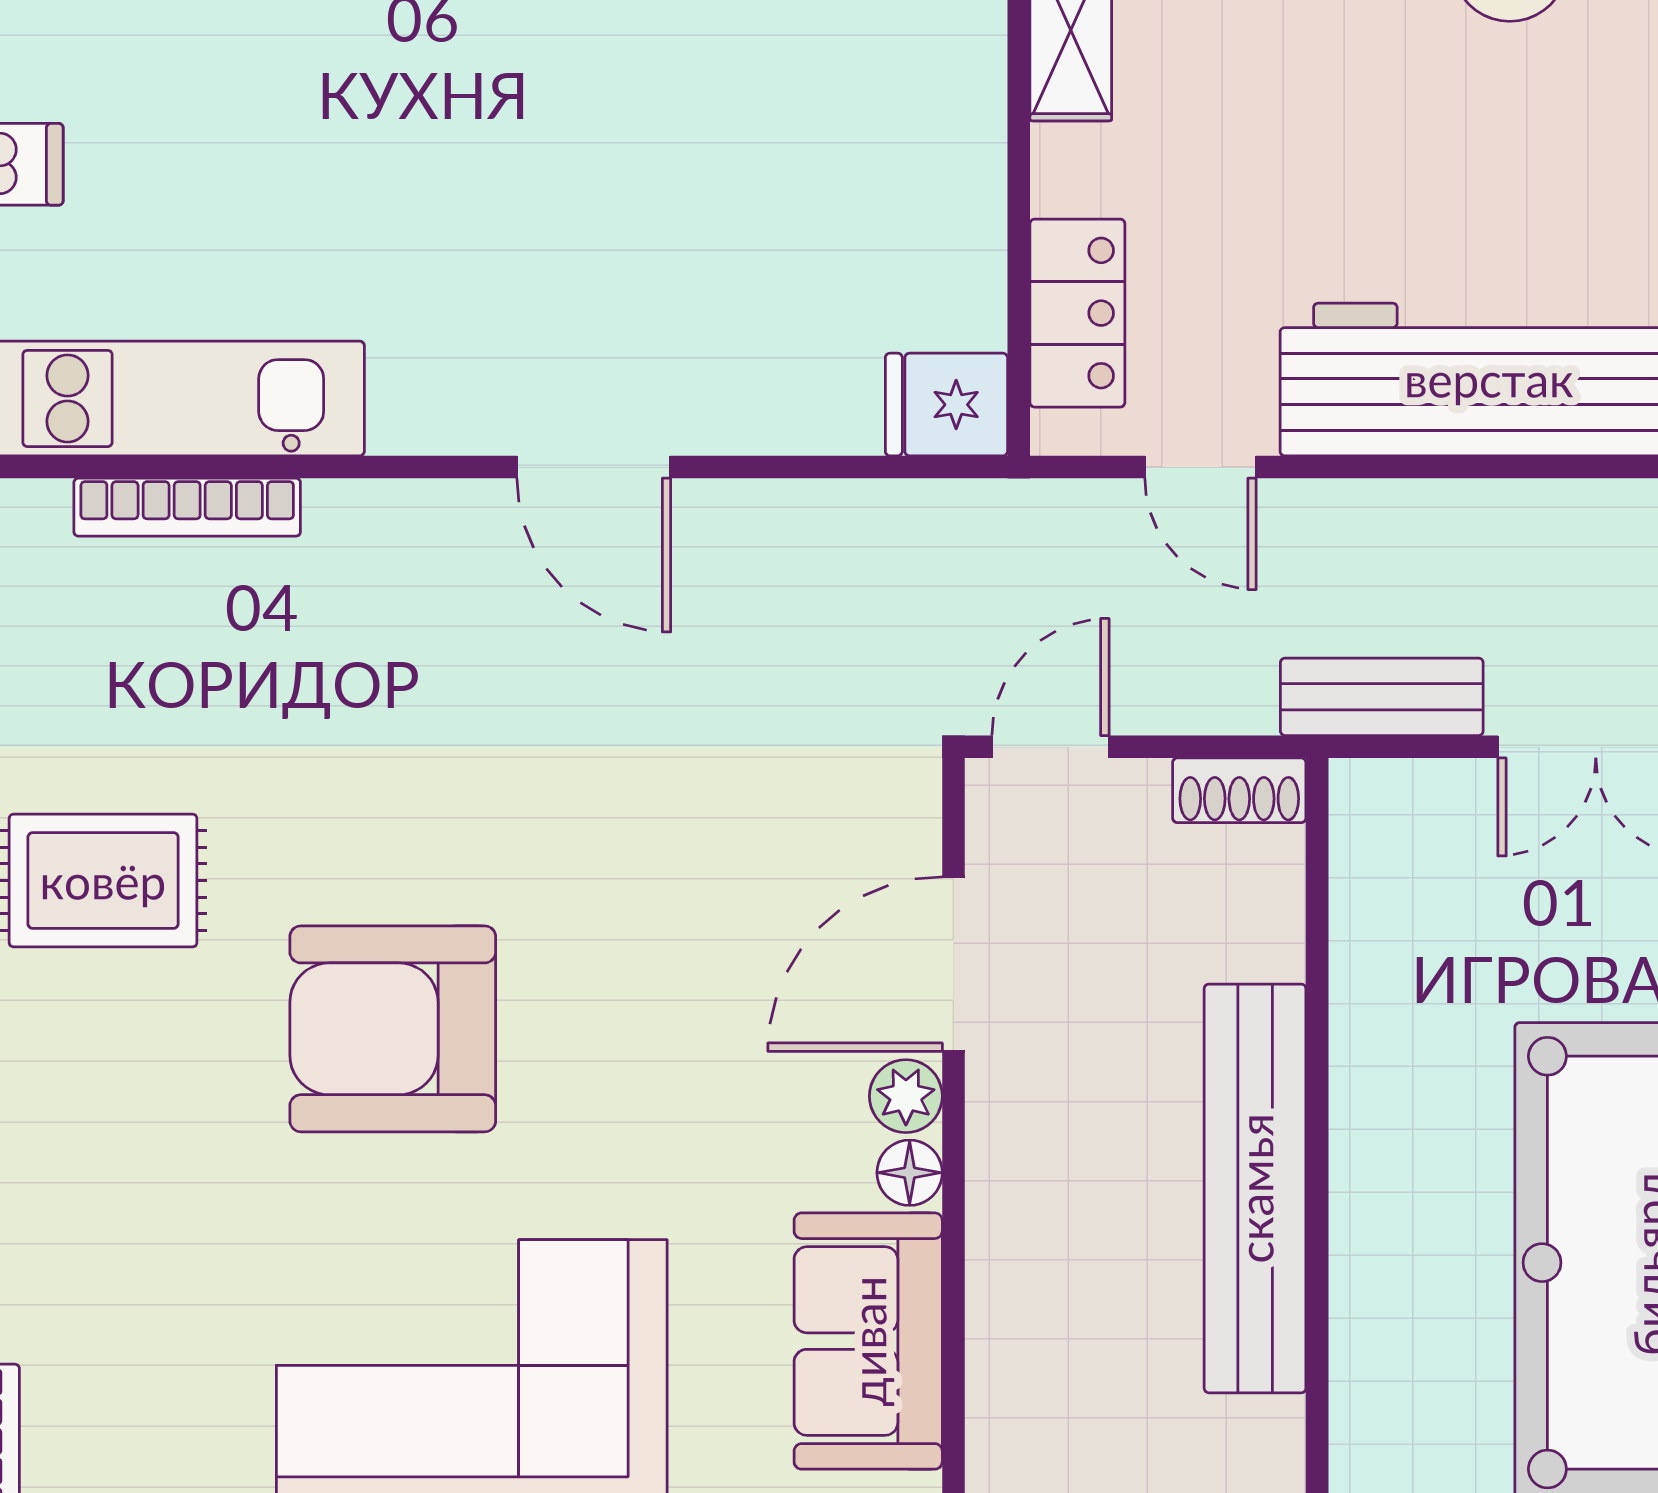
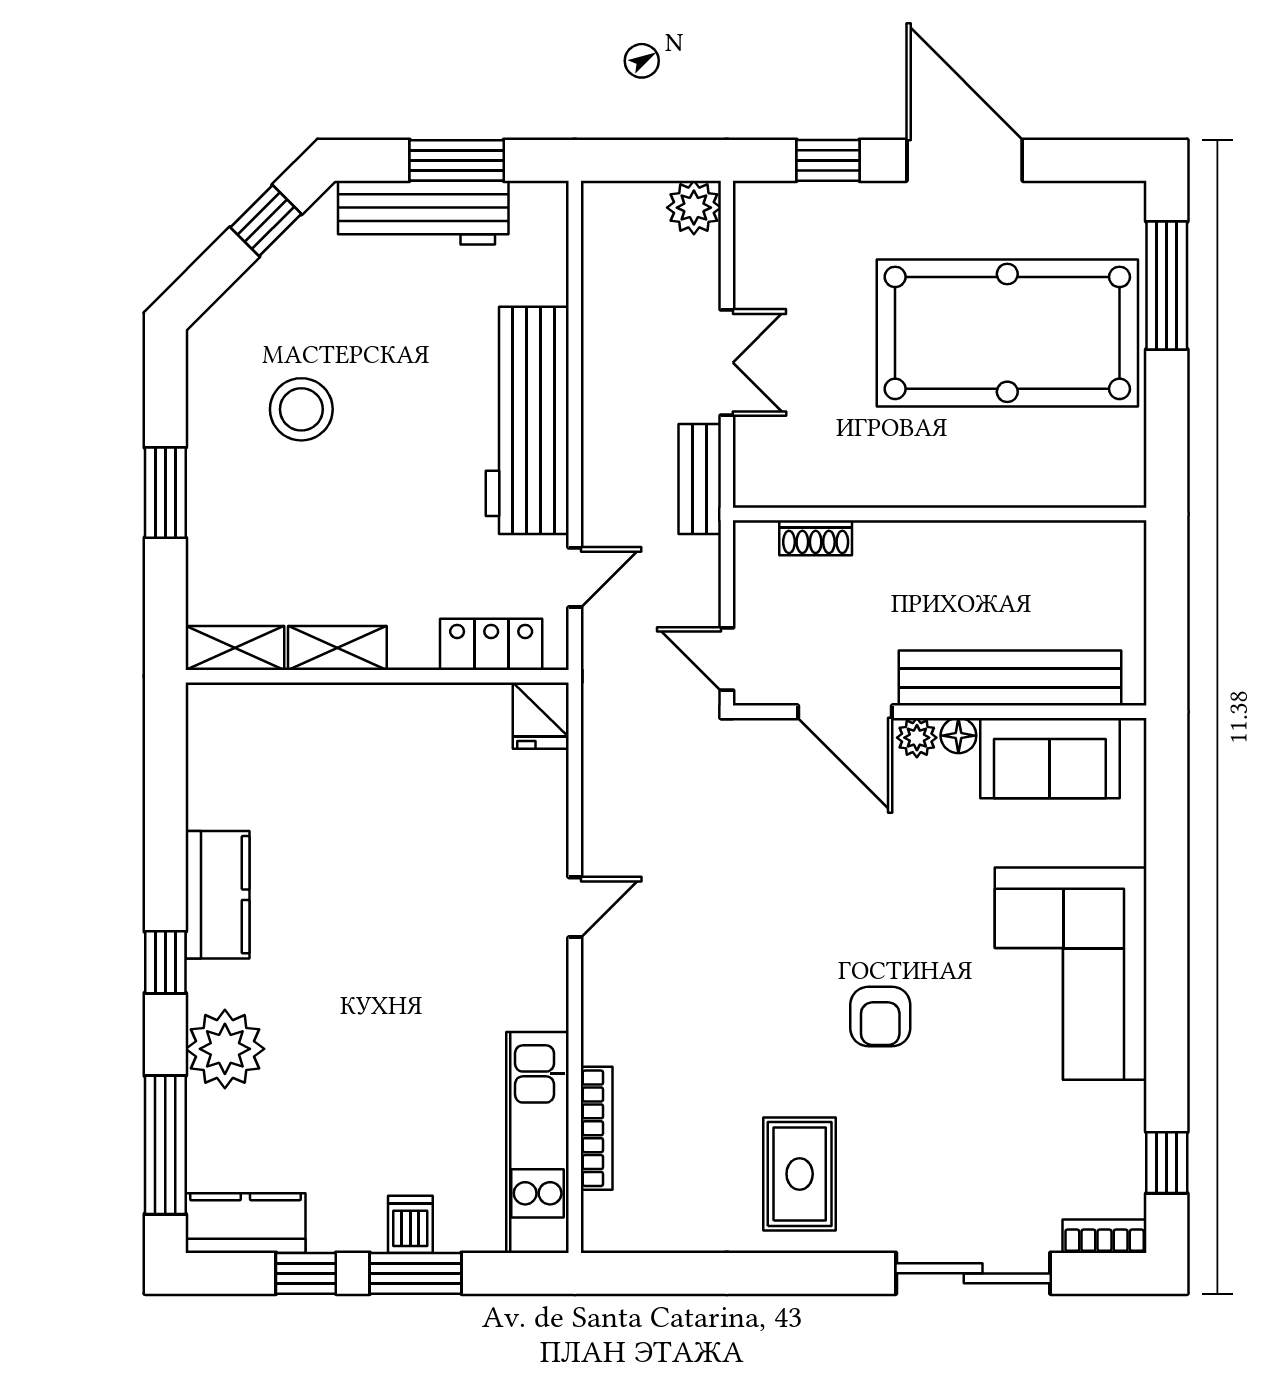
door: (594, 467) -> (575, 907), width x0.73
shoe rack: (1239, 790) -> (816, 538), moved, turned 90
armchair: (393, 1029) -> (880, 1017), width x0.53, depth x0.53
bench: (1255, 1188) -> (1010, 678), moved

